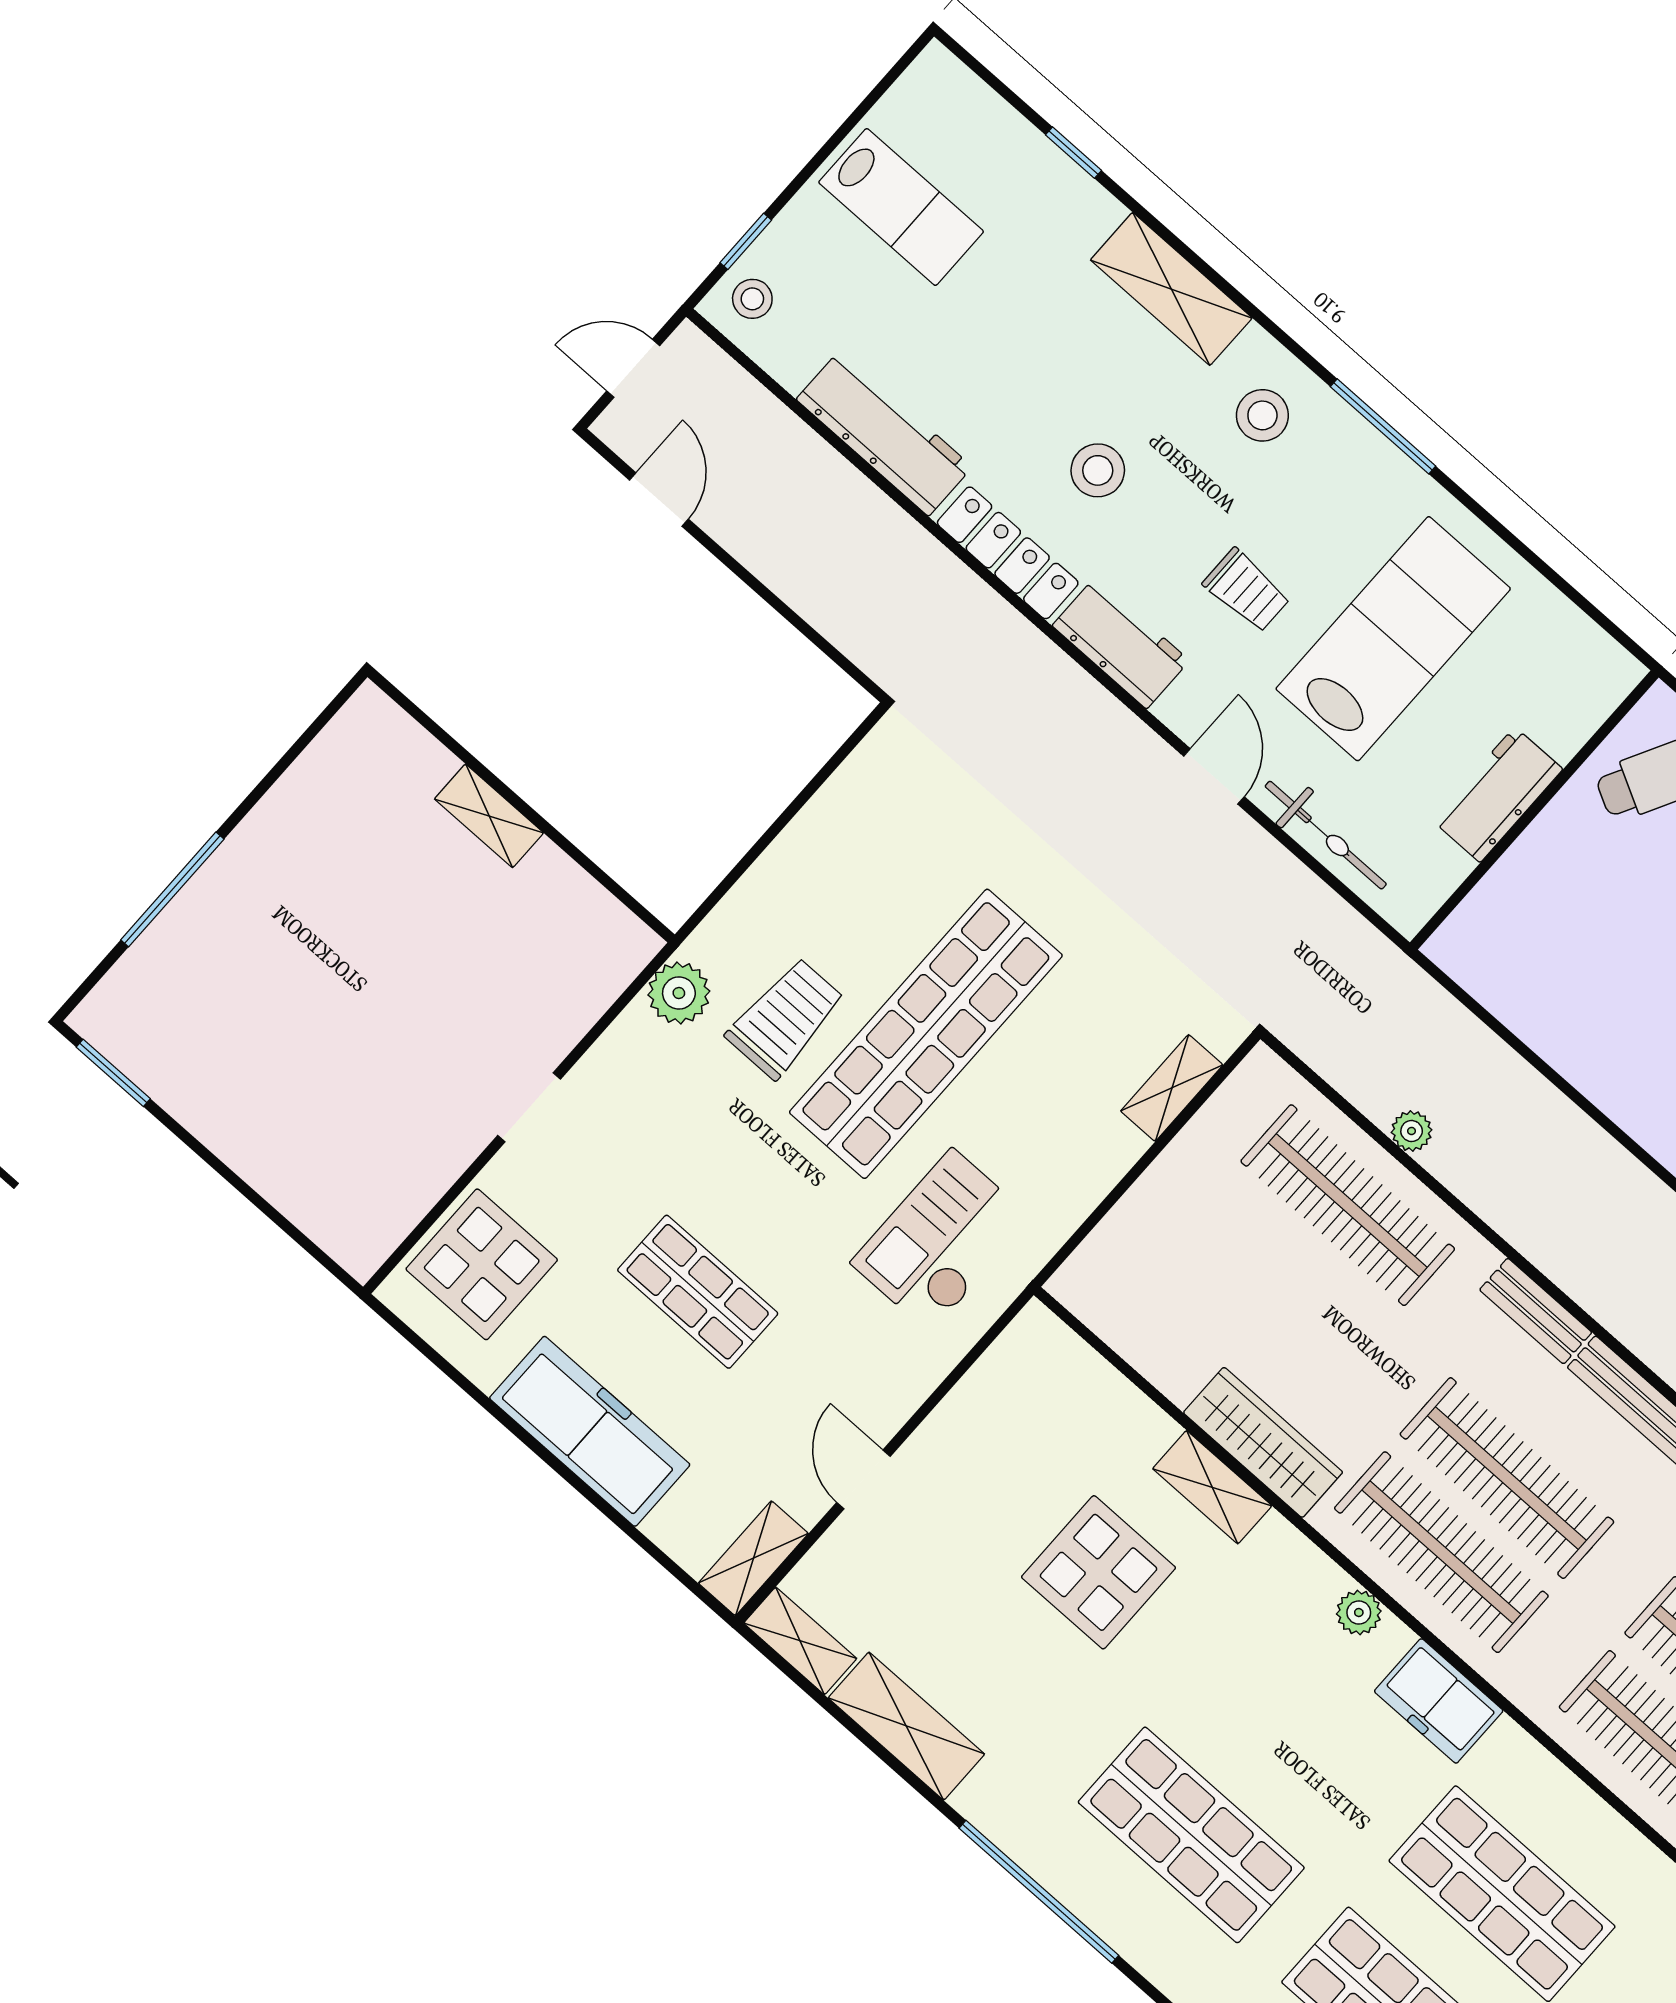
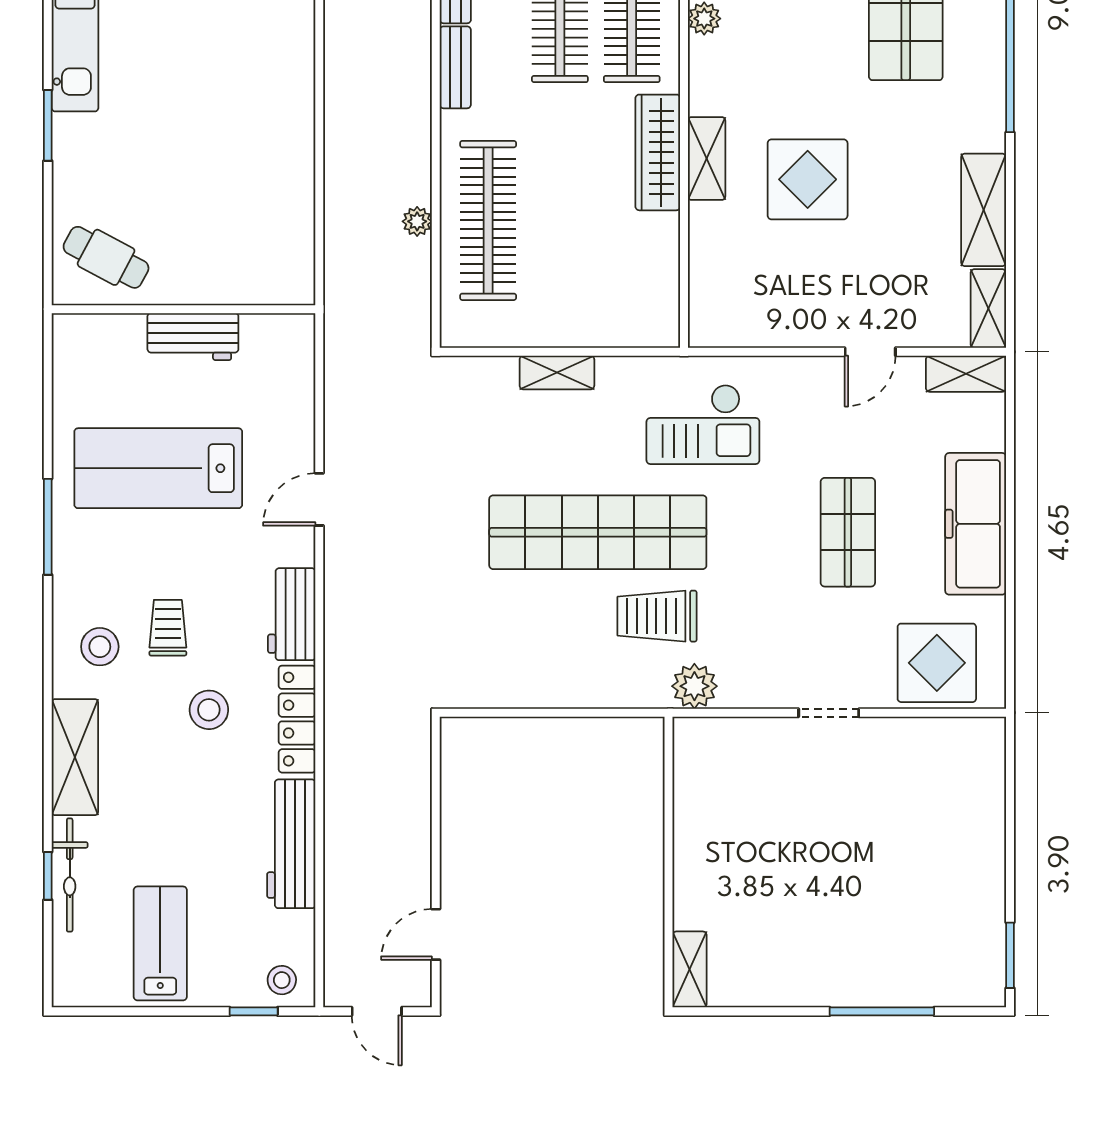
window: (1383, 426) -> (48, 527), moved
trolley: (1247, 590) -> (168, 628), moved
shelving: (489, 816) -> (690, 969), moved
bicycle: (1326, 835) -> (70, 875), moved, turned 180
shelving: (1172, 1088) -> (557, 373), moved

